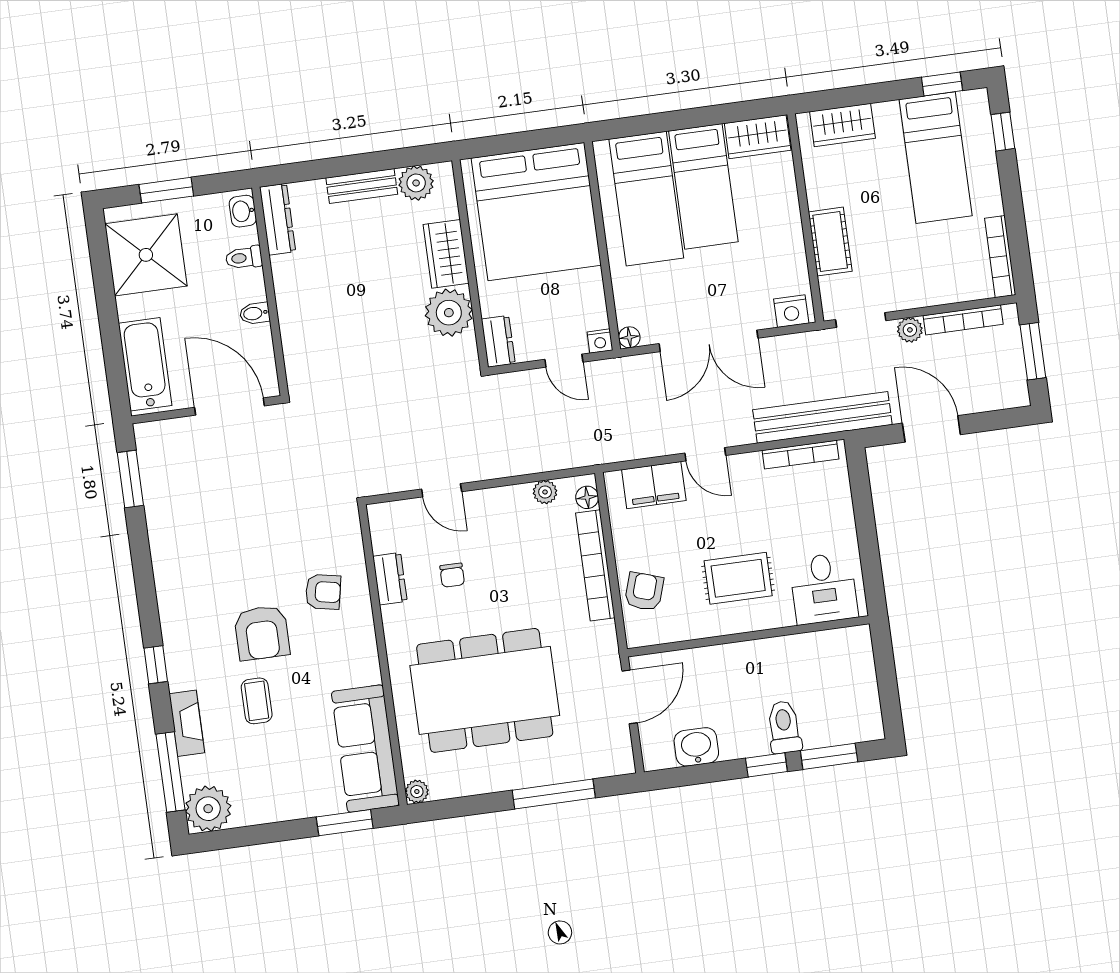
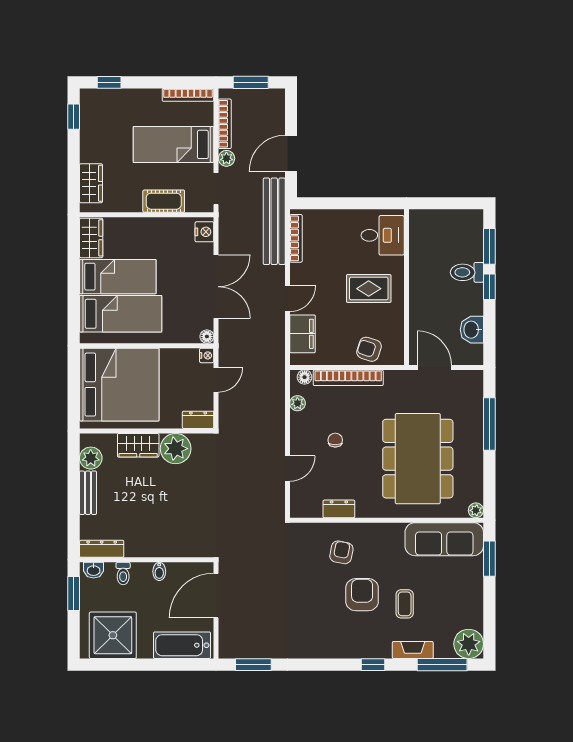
bed: (936, 158) -> (174, 144), moved, turned 180
window: (166, 190) -> (74, 593), moved
chair: (452, 575) -> (335, 440), moved, turned -90
rug: (738, 578) -> (369, 289), turned 90
armchair: (262, 633) -> (362, 595), turned -90
coffee table: (257, 701) -> (405, 604), turned 90

